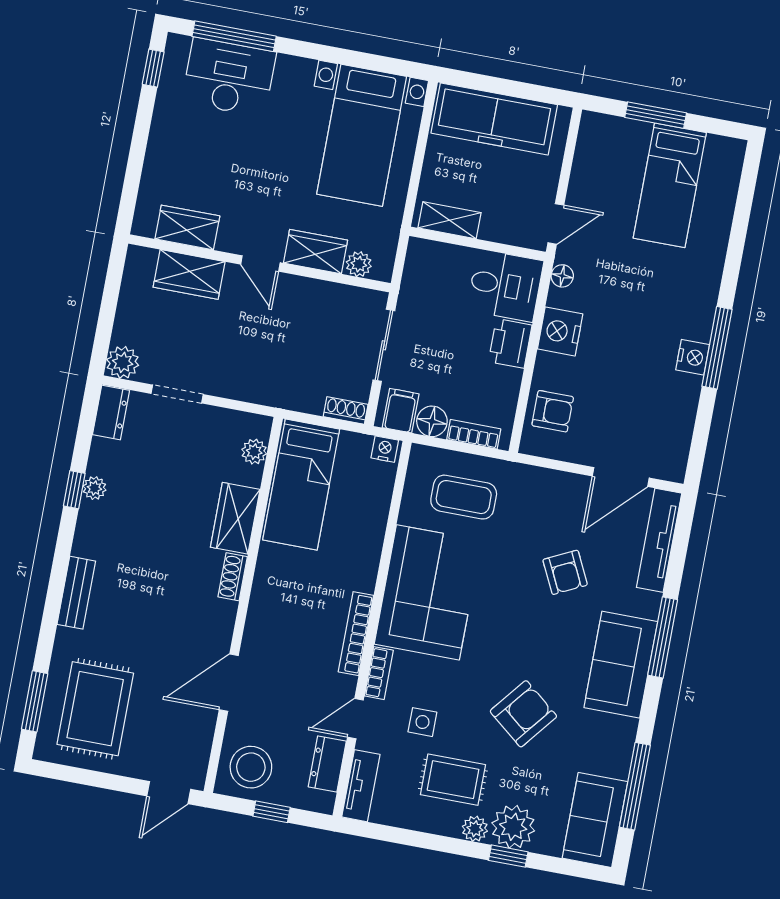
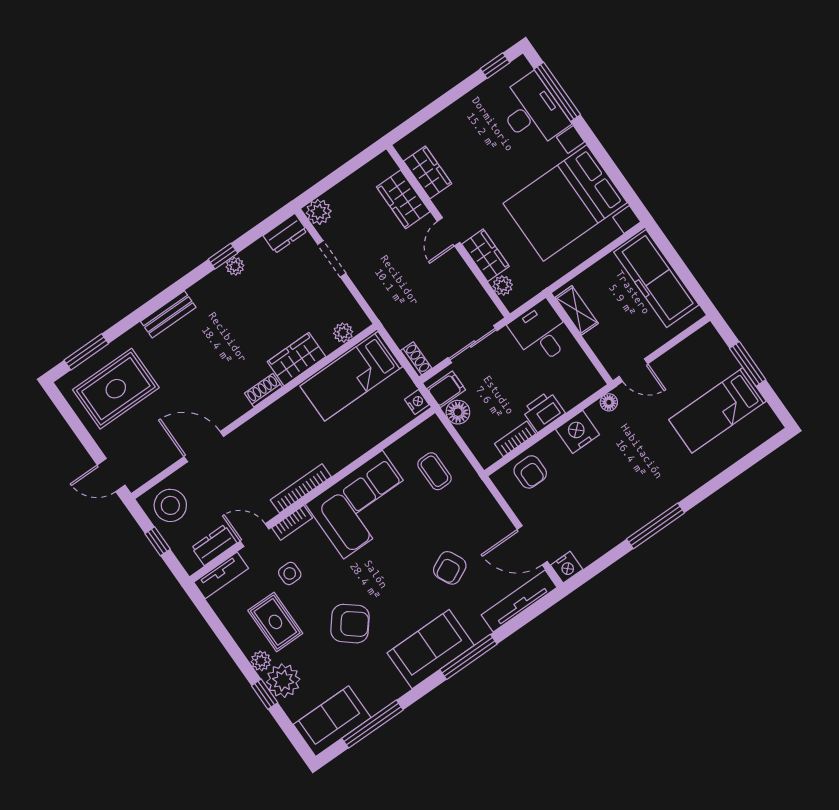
bed with nightstands: (362, 135) -> (565, 203), width x1.36
desk: (505, 286) -> (541, 332), moved, turned 180
nightstand: (693, 357) -> (567, 567), moved
bookcase: (474, 434) -> (515, 439), moved, turned -90
coffee table: (464, 497) -> (434, 471), width x0.73, depth x0.77

